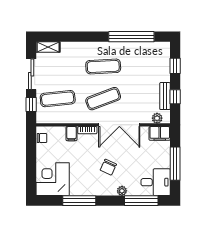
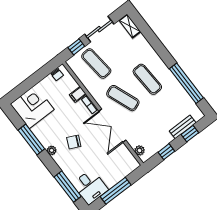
bench: (165, 96) -> (183, 127), moved
filing cabinet: (160, 133) -> (130, 161), removed
plant: (122, 191) -> (52, 150), moved

